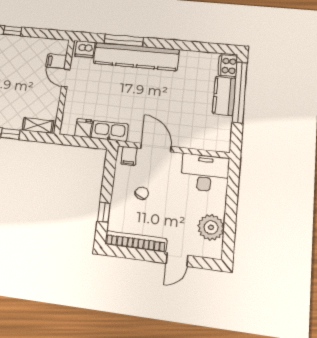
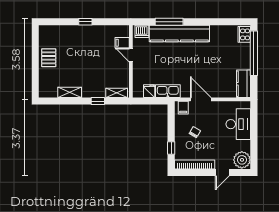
kitchen counter: (224, 96) -> (244, 84), moved
desk: (205, 173) -> (238, 124), moved, turned 90
plant: (211, 227) -> (242, 160), moved

